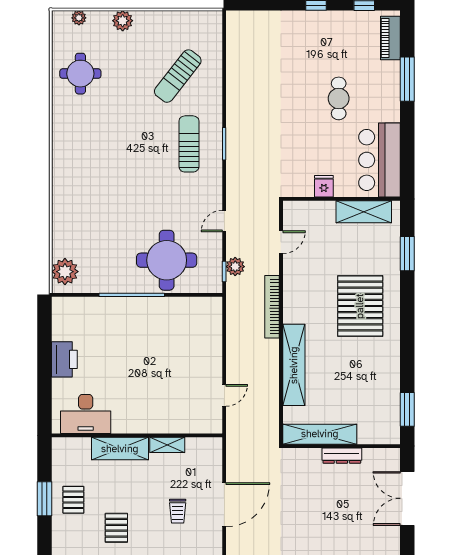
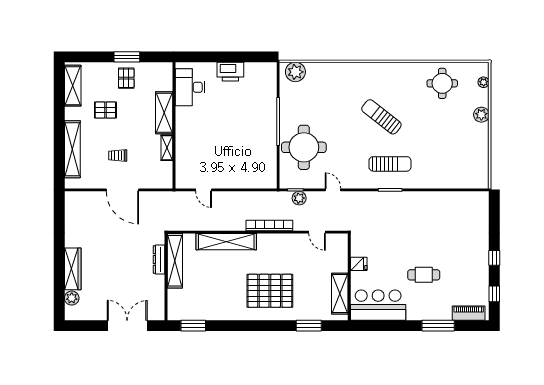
sun lounger: (178, 76) -> (381, 117), moved
dresser: (342, 456) -> (159, 259), moved
pallet: (73, 500) -> (126, 78), turned 90

